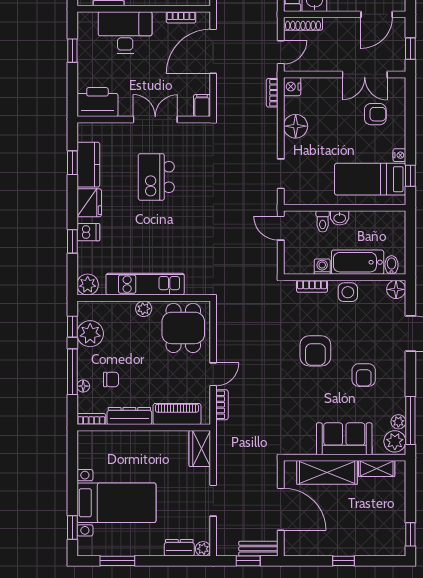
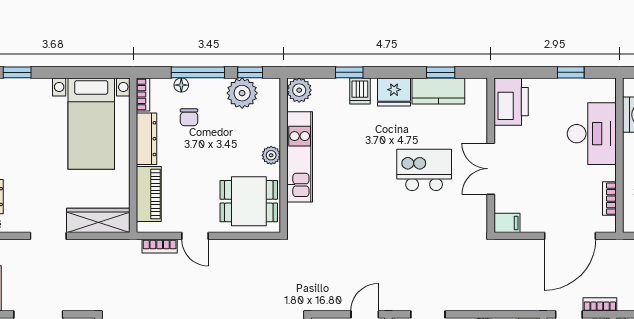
door: (213, 51) -> (570, 236), swing flipped
bookcase: (272, 93) -> (600, 304), moved
double door: (155, 120) -> (491, 169), swing flipped
wardrobe: (200, 449) -> (98, 220), width x1.50
bed with nightstands: (116, 503) -> (91, 124), moved

